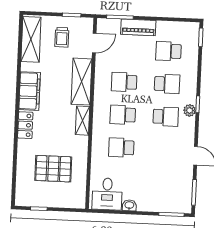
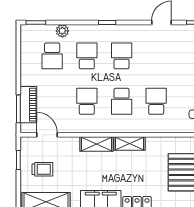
piano: (138, 27) -> (28, 105), moved
shelving: (81, 82) -> (97, 144), width x0.67, depth x0.75
school desk: (124, 82) -> (87, 101), turned 180
plant: (190, 110) -> (62, 31), moved
school desk: (121, 148) -> (156, 101), turned 180

